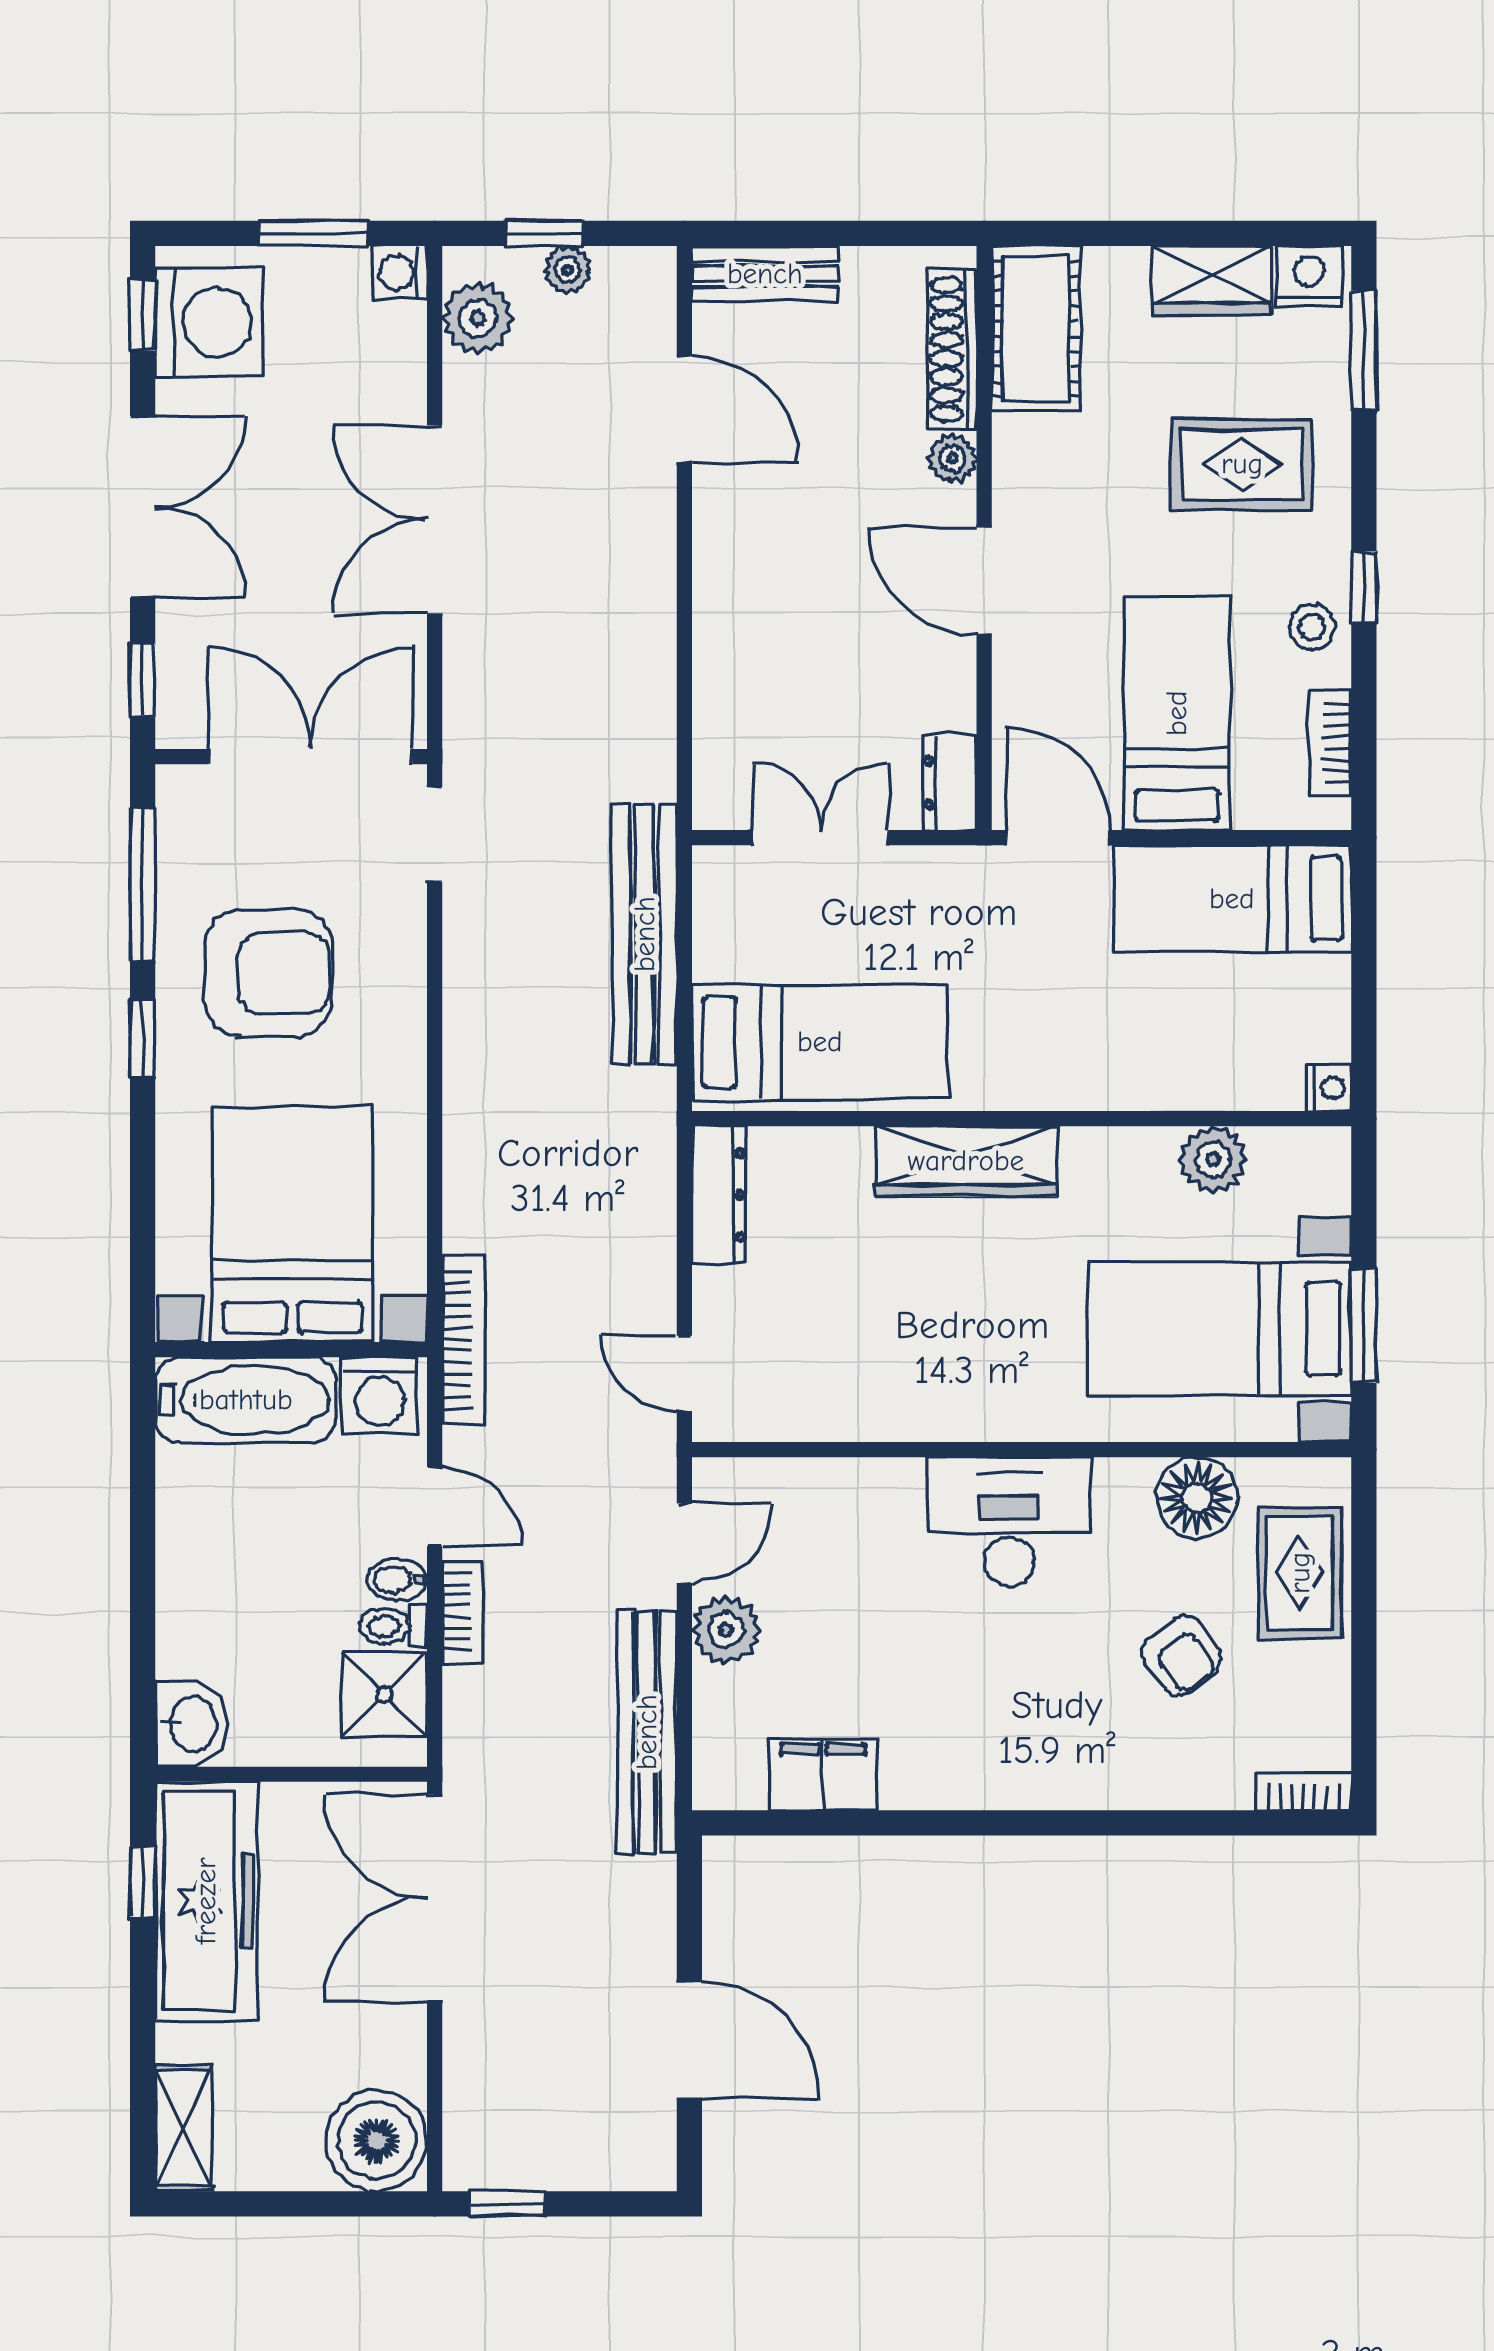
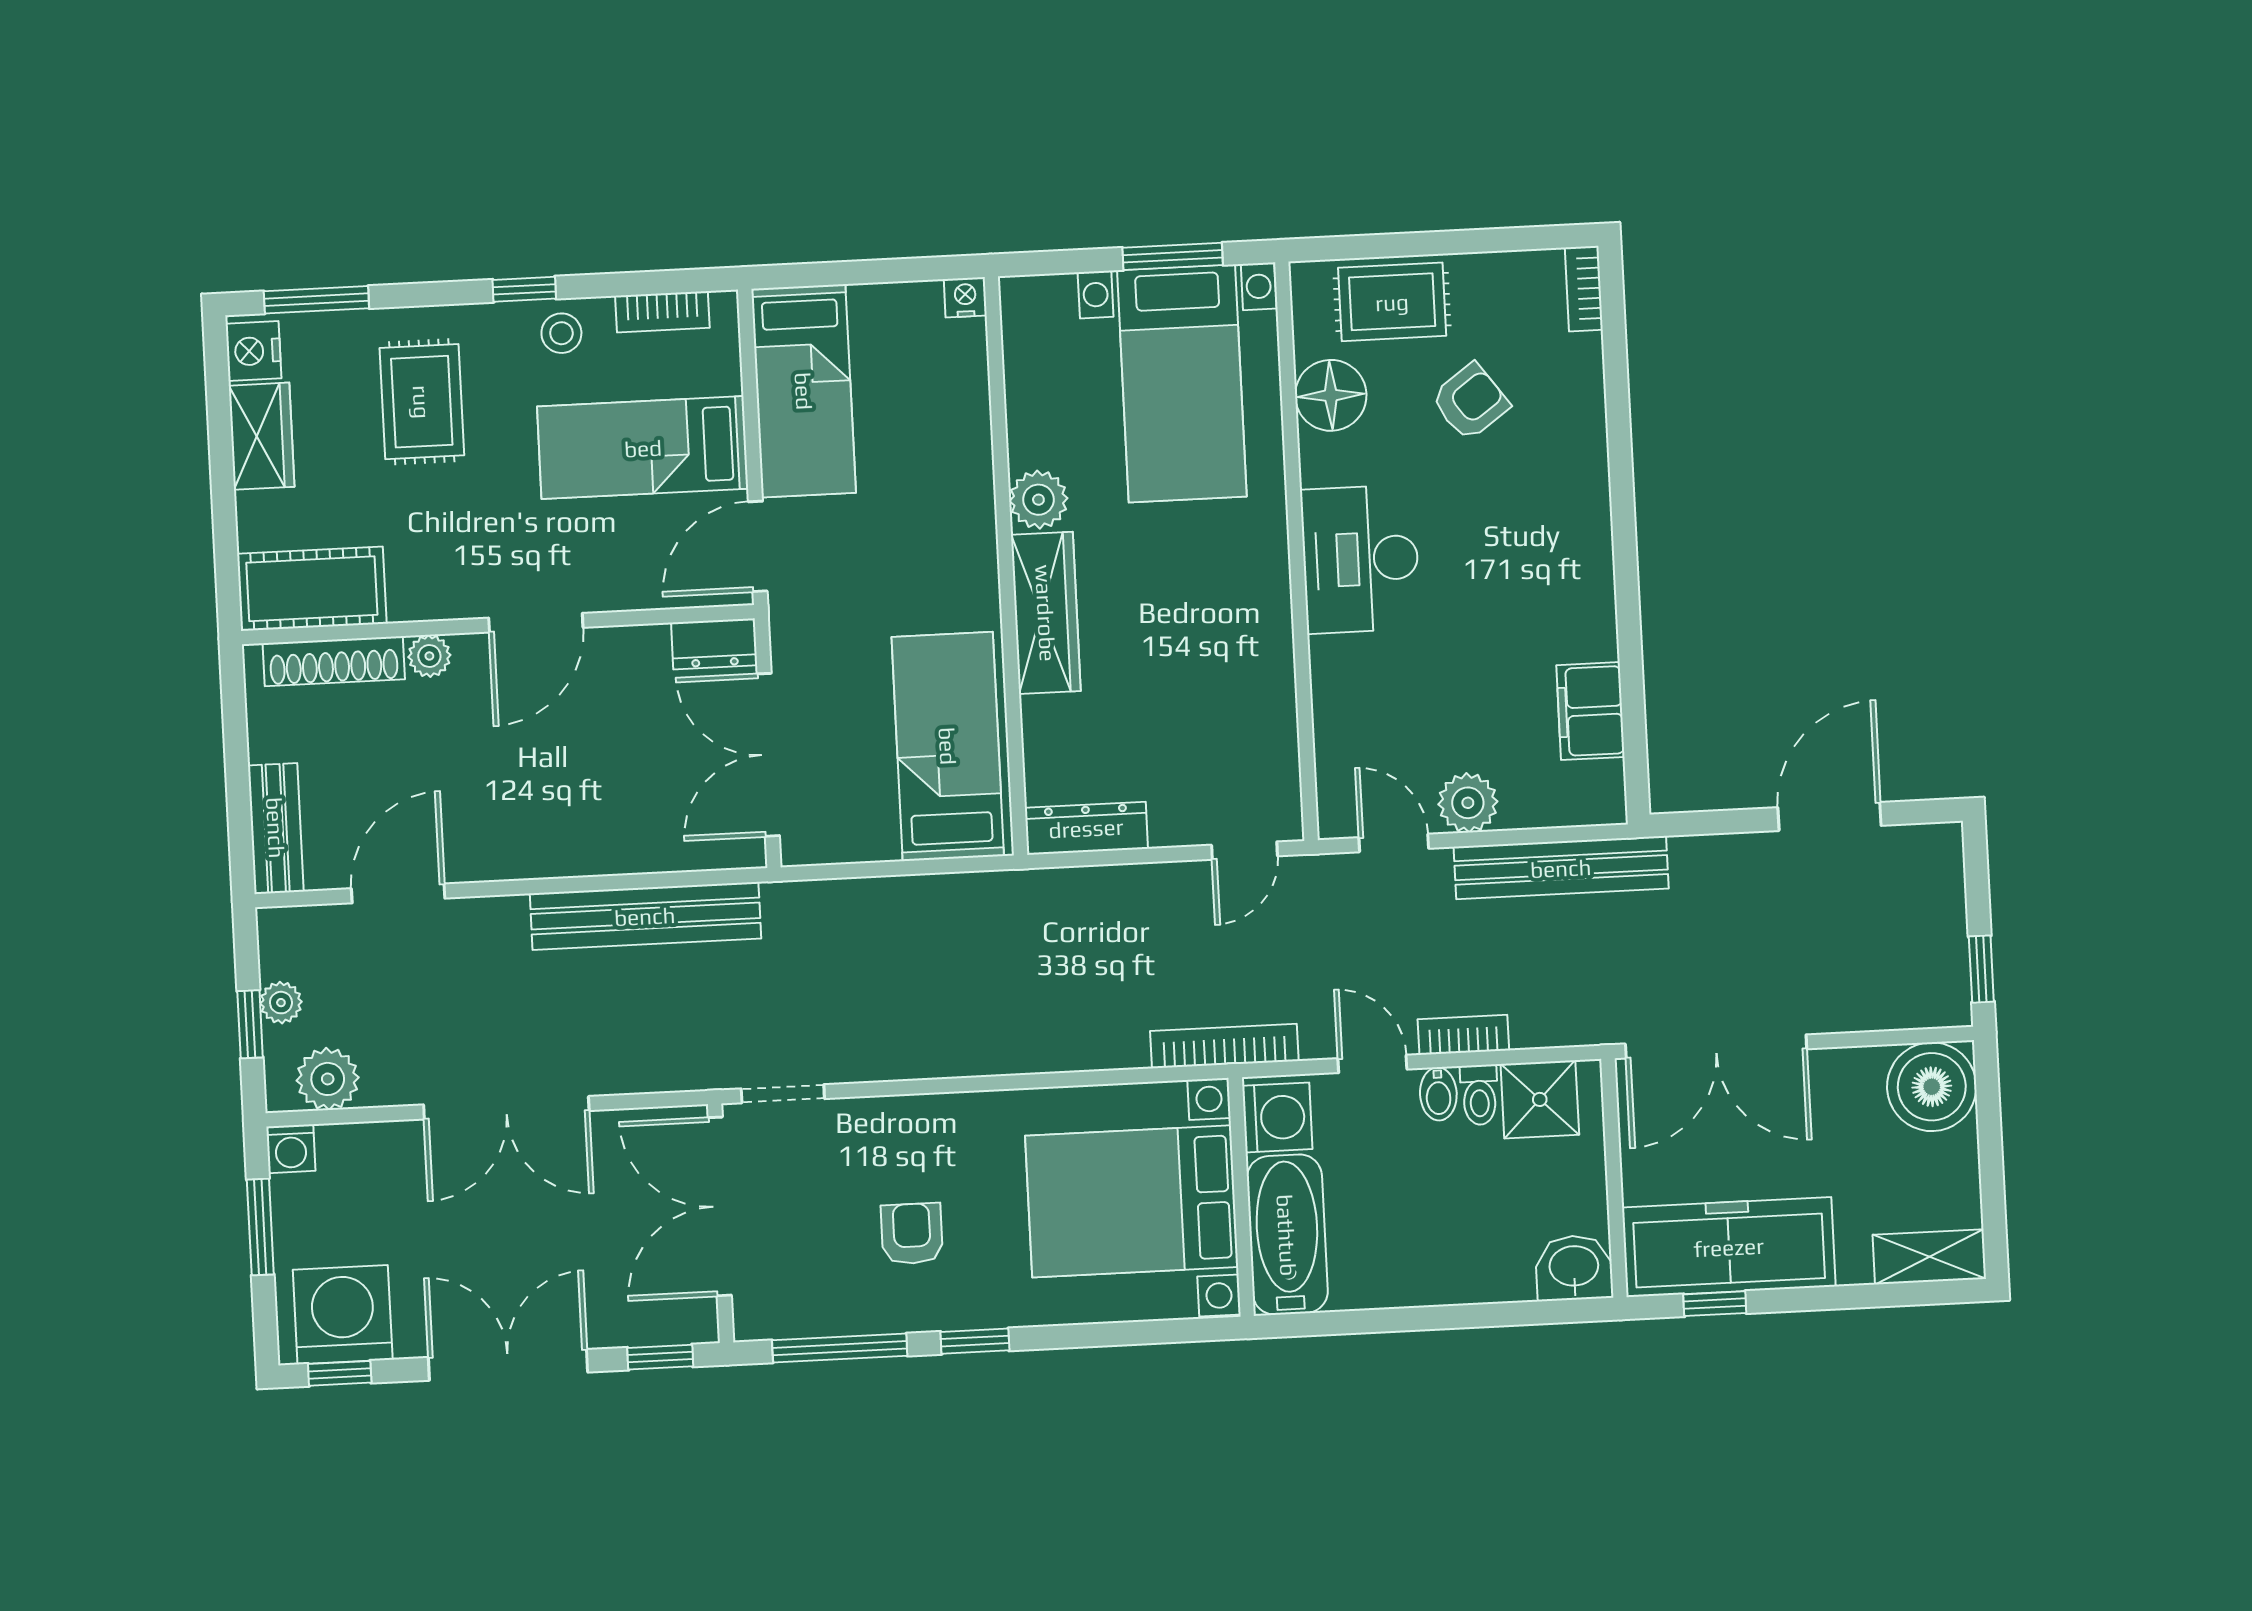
double door: (821, 838) -> (768, 755), width x1.37
bench: (645, 934) -> (645, 916), moved
armchair: (268, 973) -> (912, 1234), width x0.53, depth x0.53
plant: (1213, 1159) -> (1038, 500), moved
door: (435, 1506) -> (1372, 1064), hinge flipped

